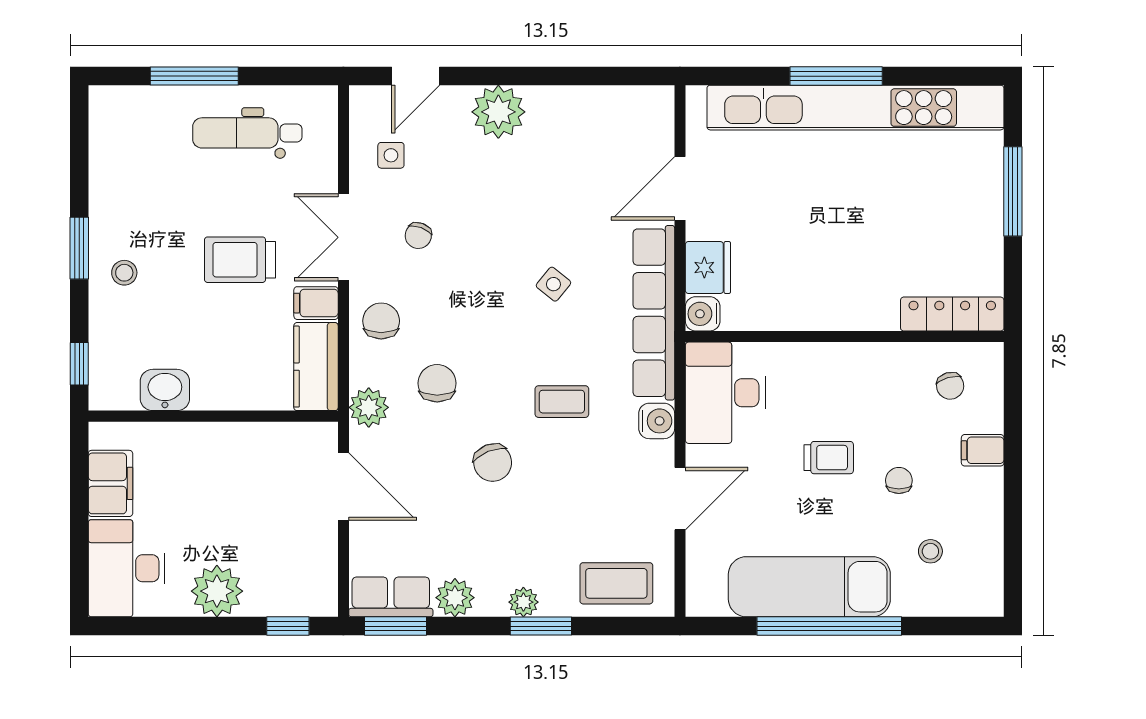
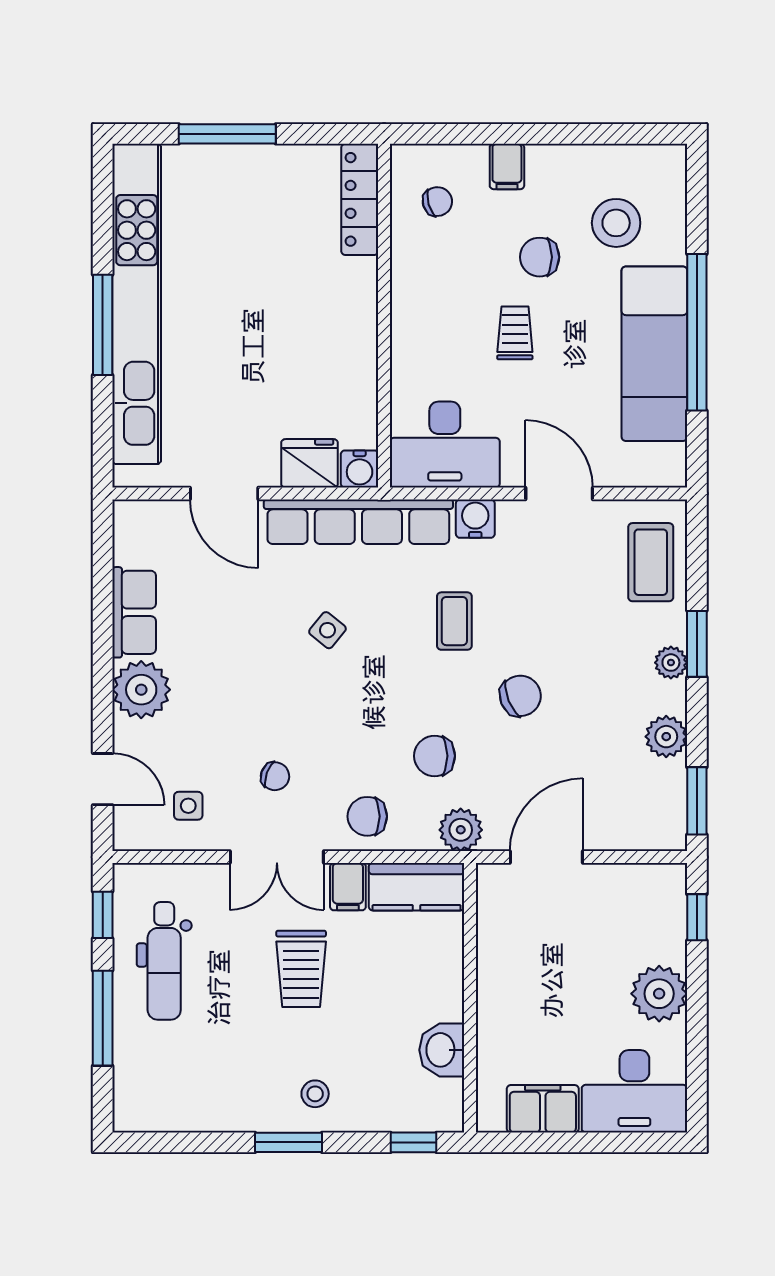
window: (290, 76) -> (103, 915), added
chair: (899, 480) -> (540, 257), width x1.37, depth x1.37
stool: (930, 551) -> (616, 223), width x1.89, depth x1.89
row of seats: (391, 597) -> (134, 612), moved, turned 180

